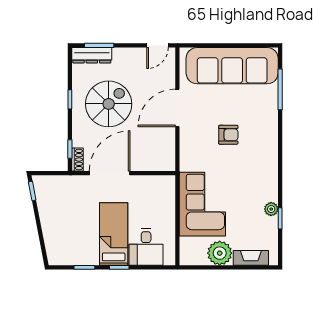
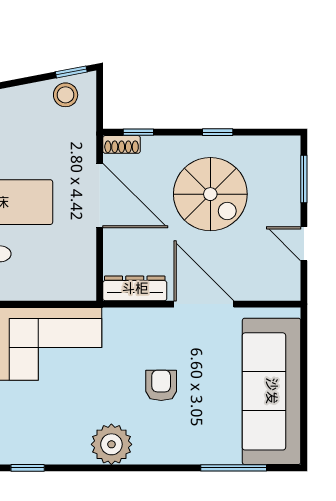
door: (158, 45) -> (304, 244), moved
dresser: (92, 55) -> (135, 288), moved, turned 90
armchair: (228, 135) -> (161, 385), turned 180
stool: (47, 195) -> (66, 95), added
plant: (271, 209) -> (111, 444), moved, width x1.87, depth x1.87

